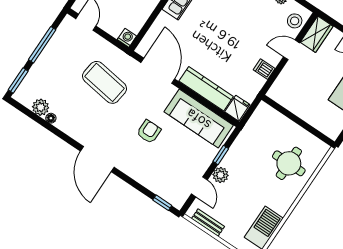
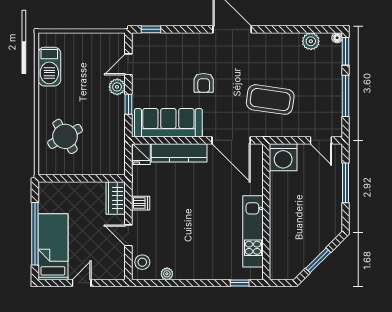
wardrobe: (317, 34) -> (116, 198), moved
washing machine: (127, 38) -> (283, 157), width x1.89, depth x1.89
door: (291, 50) -> (128, 235), swing flipped
floor lamp: (51, 118) -> (337, 38), moved
round table: (289, 163) -> (65, 136), turned -30
door: (199, 187) -> (128, 64), hinge flipped
bench: (208, 223) -> (100, 39), removed

